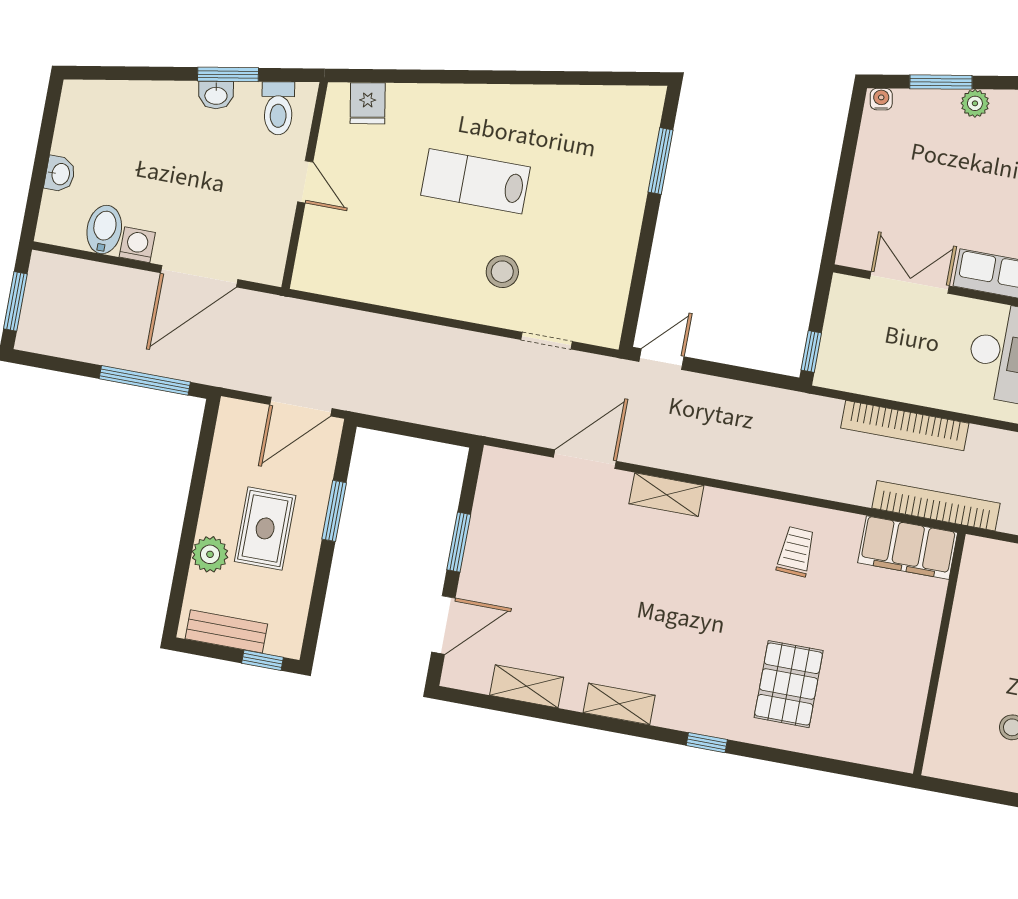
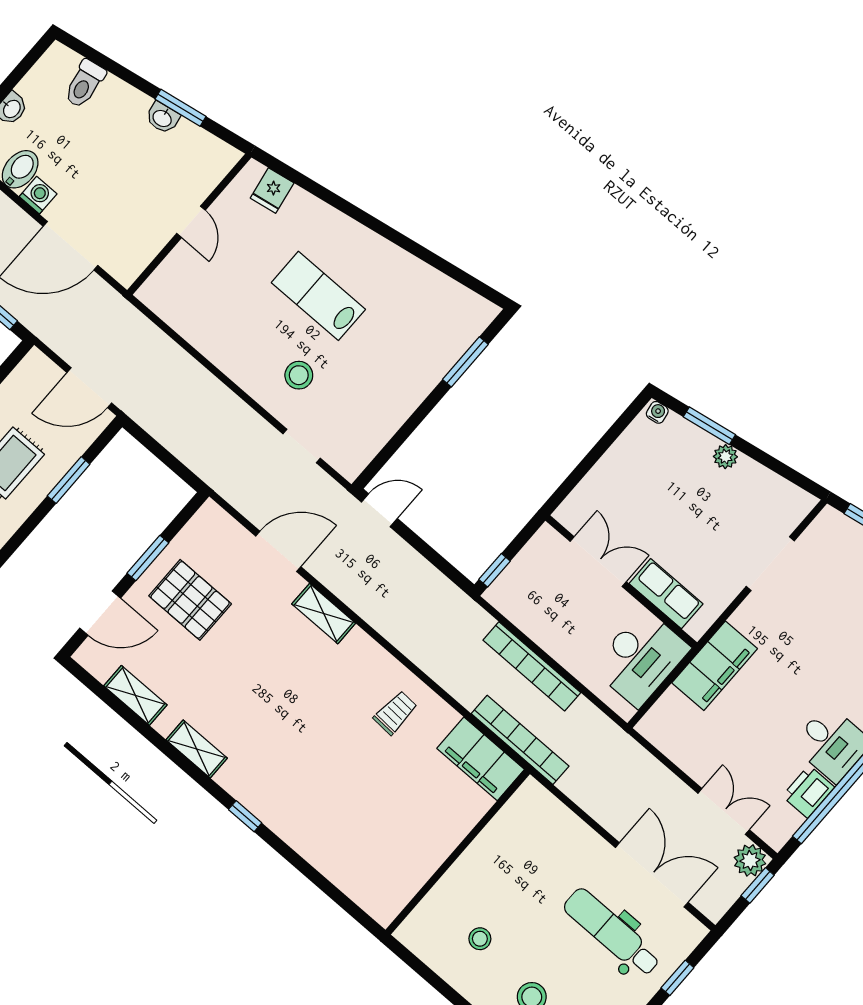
toilet: (278, 108) -> (85, 84), moved
pallet: (789, 684) -> (190, 600), moved, turned 90

